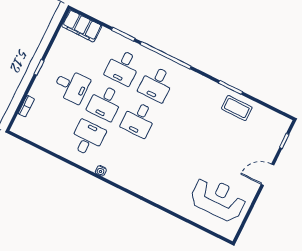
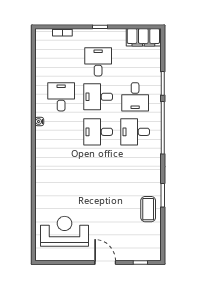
filing cabinet: (82, 26) -> (143, 37), moved, turned -90
desk: (123, 67) -> (135, 97), turned -90
desk: (72, 86) -> (98, 62), turned 180
desk: (88, 138) -> (61, 97), turned -90
reception desk: (218, 199) -> (65, 231), turned -90

